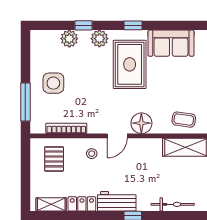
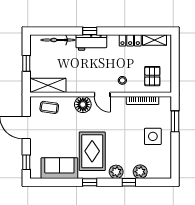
window: (25, 102) -> (175, 121), width x0.69
door: (117, 136) -> (102, 94), swing flipped
workbench: (117, 201) -> (91, 42), moved

